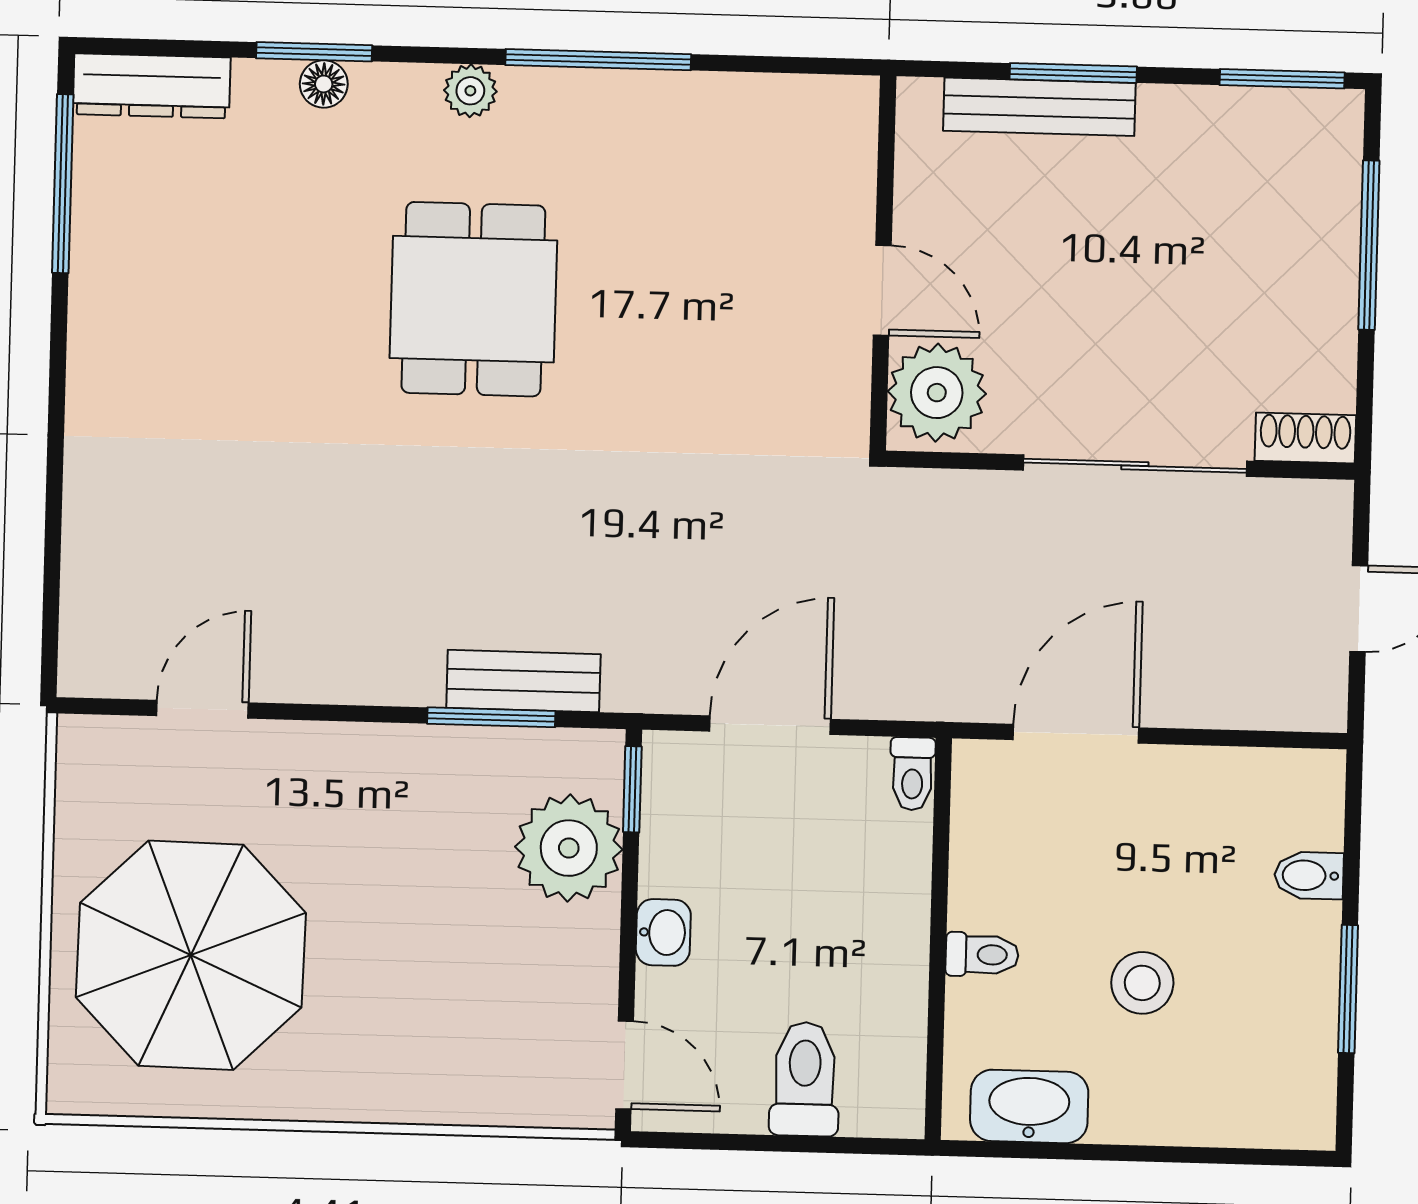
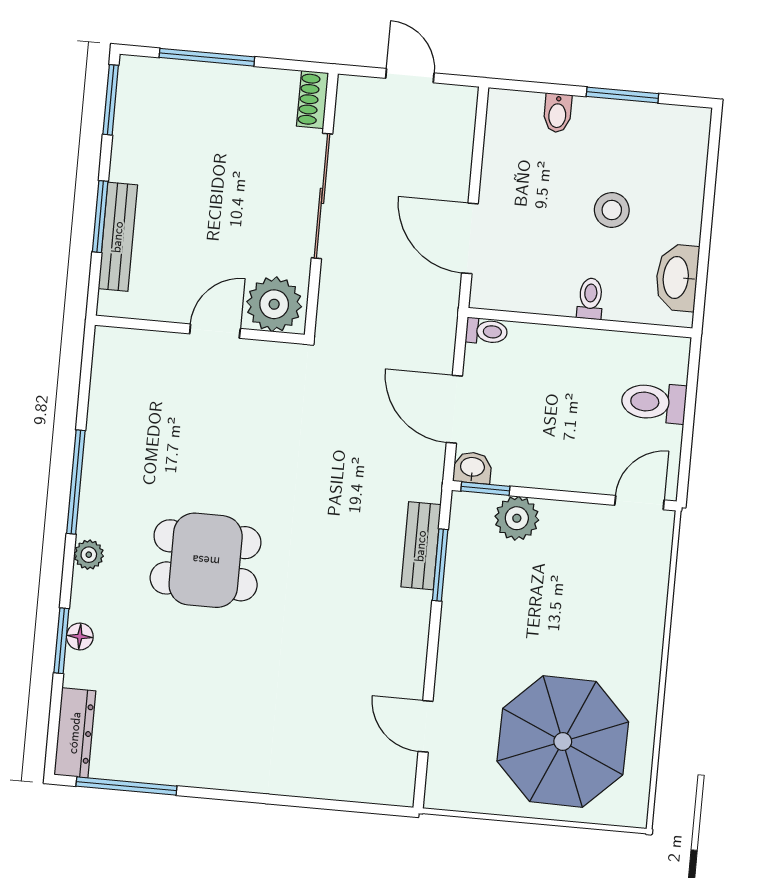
plant: (569, 848) -> (517, 518), width x0.73, depth x0.73
washbasin: (663, 932) -> (472, 468), moved

